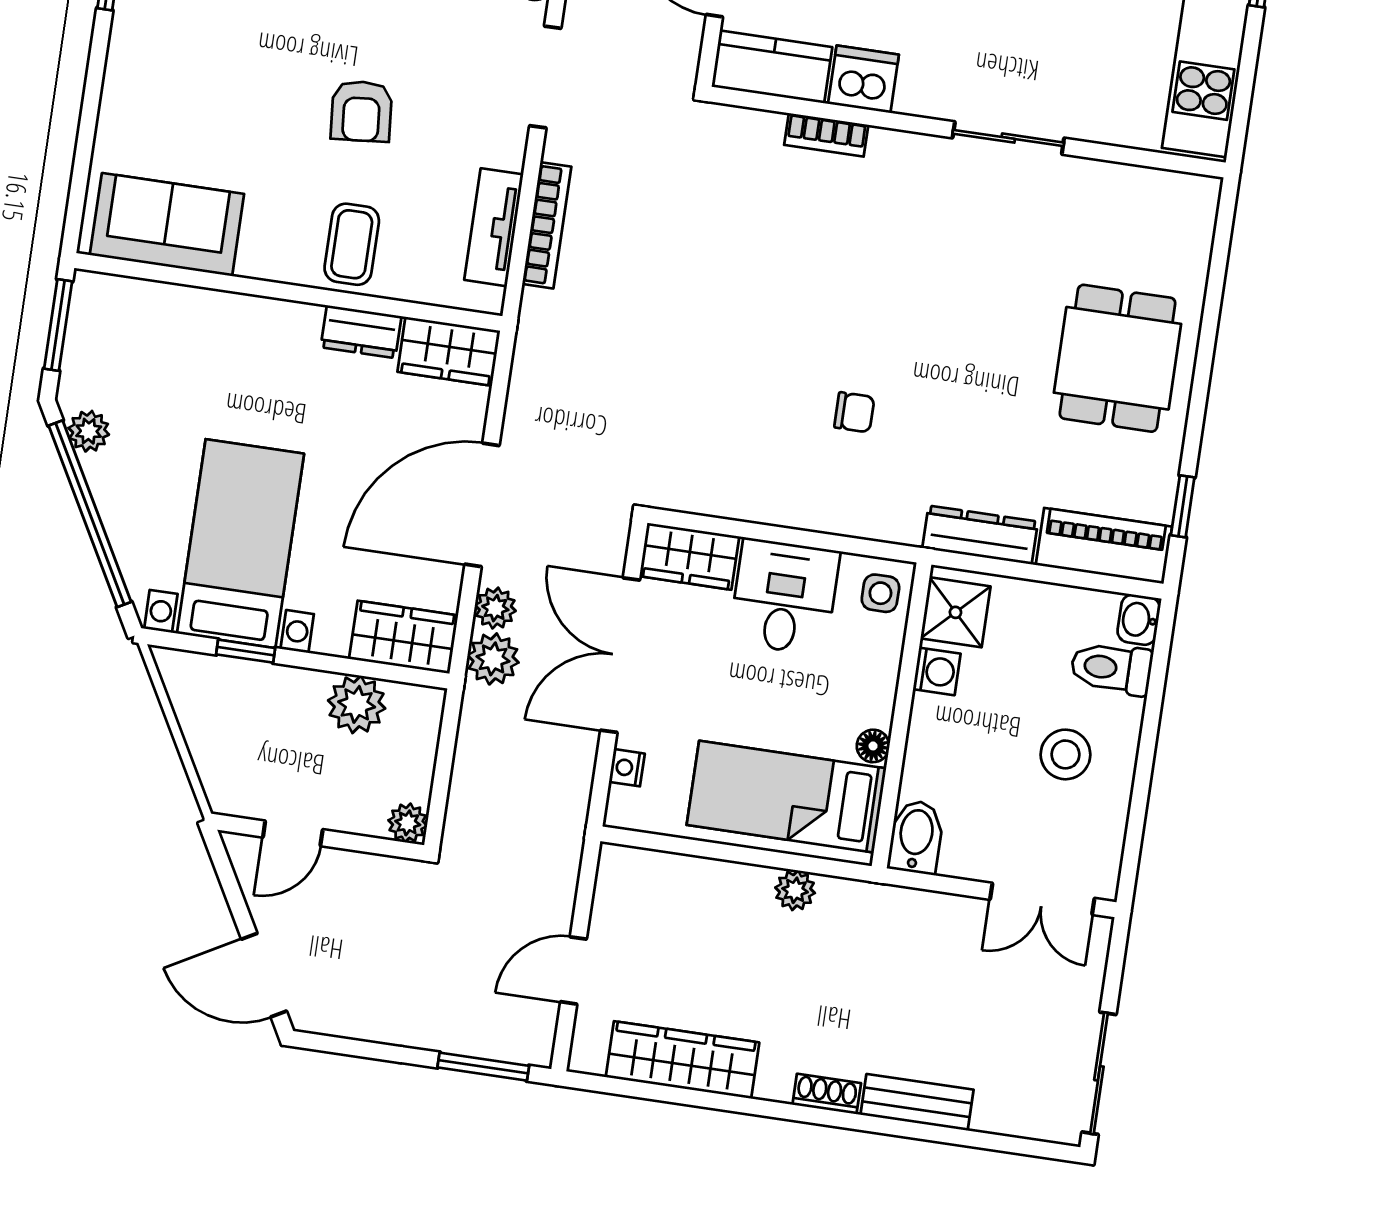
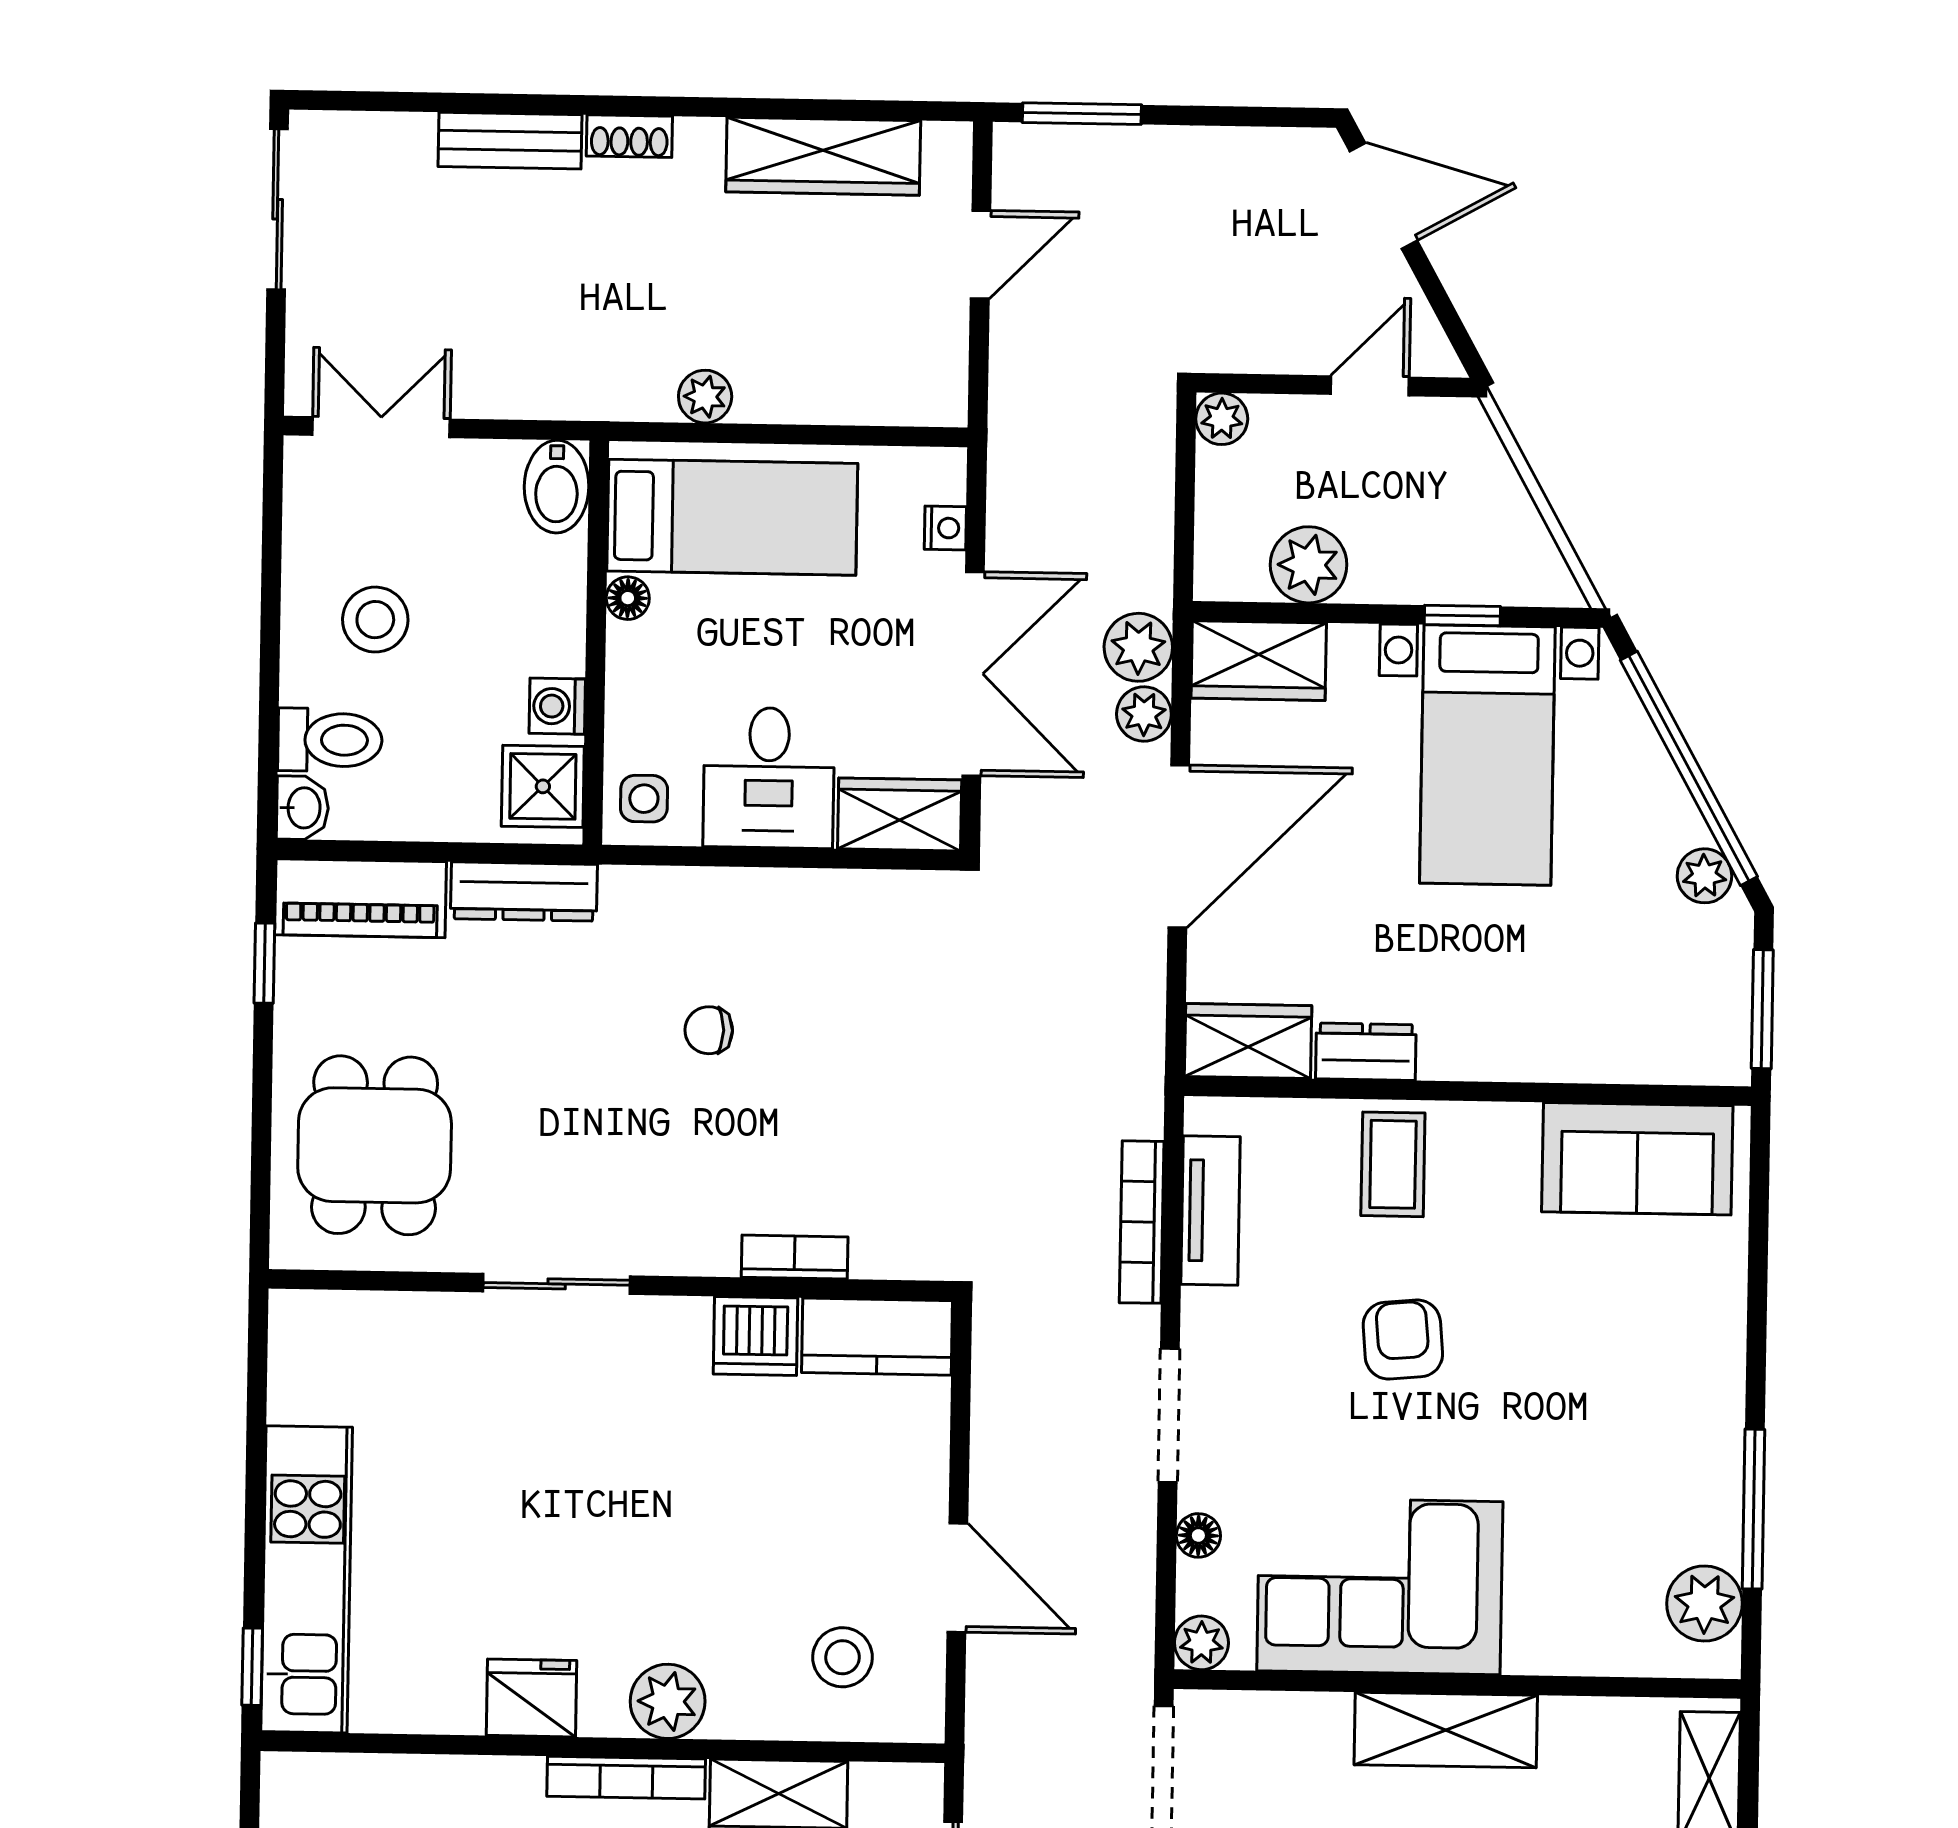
kitchen counter: (772, 67) -> (877, 1337), moved
dishwasher: (863, 79) -> (756, 1336), moved
wall: (968, 132) -> (611, 1285), moved
bookcase: (826, 135) -> (795, 1257), moved
sliding door: (1008, 138) -> (557, 1284), moved

